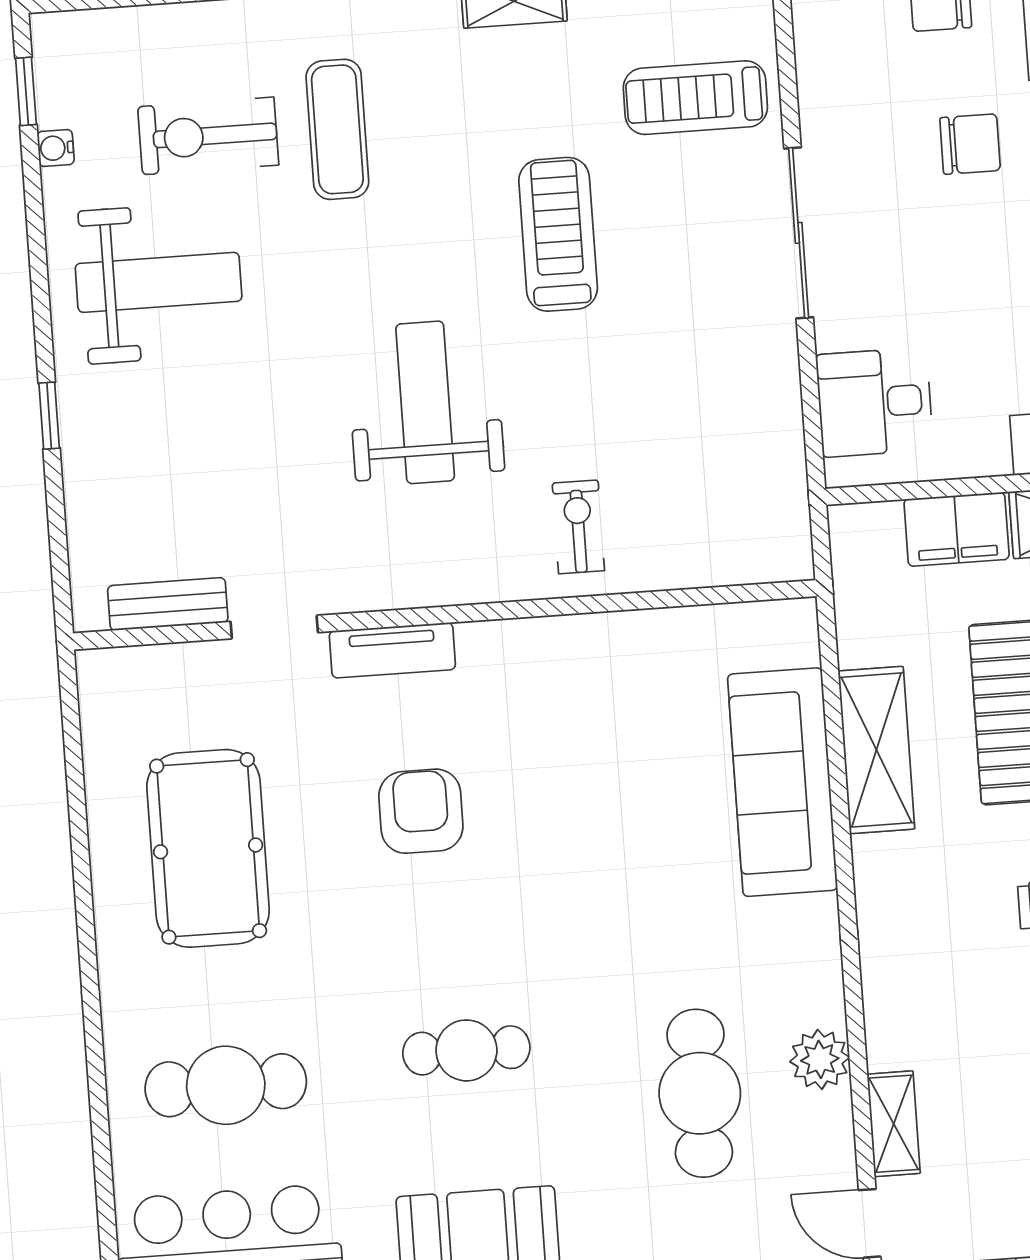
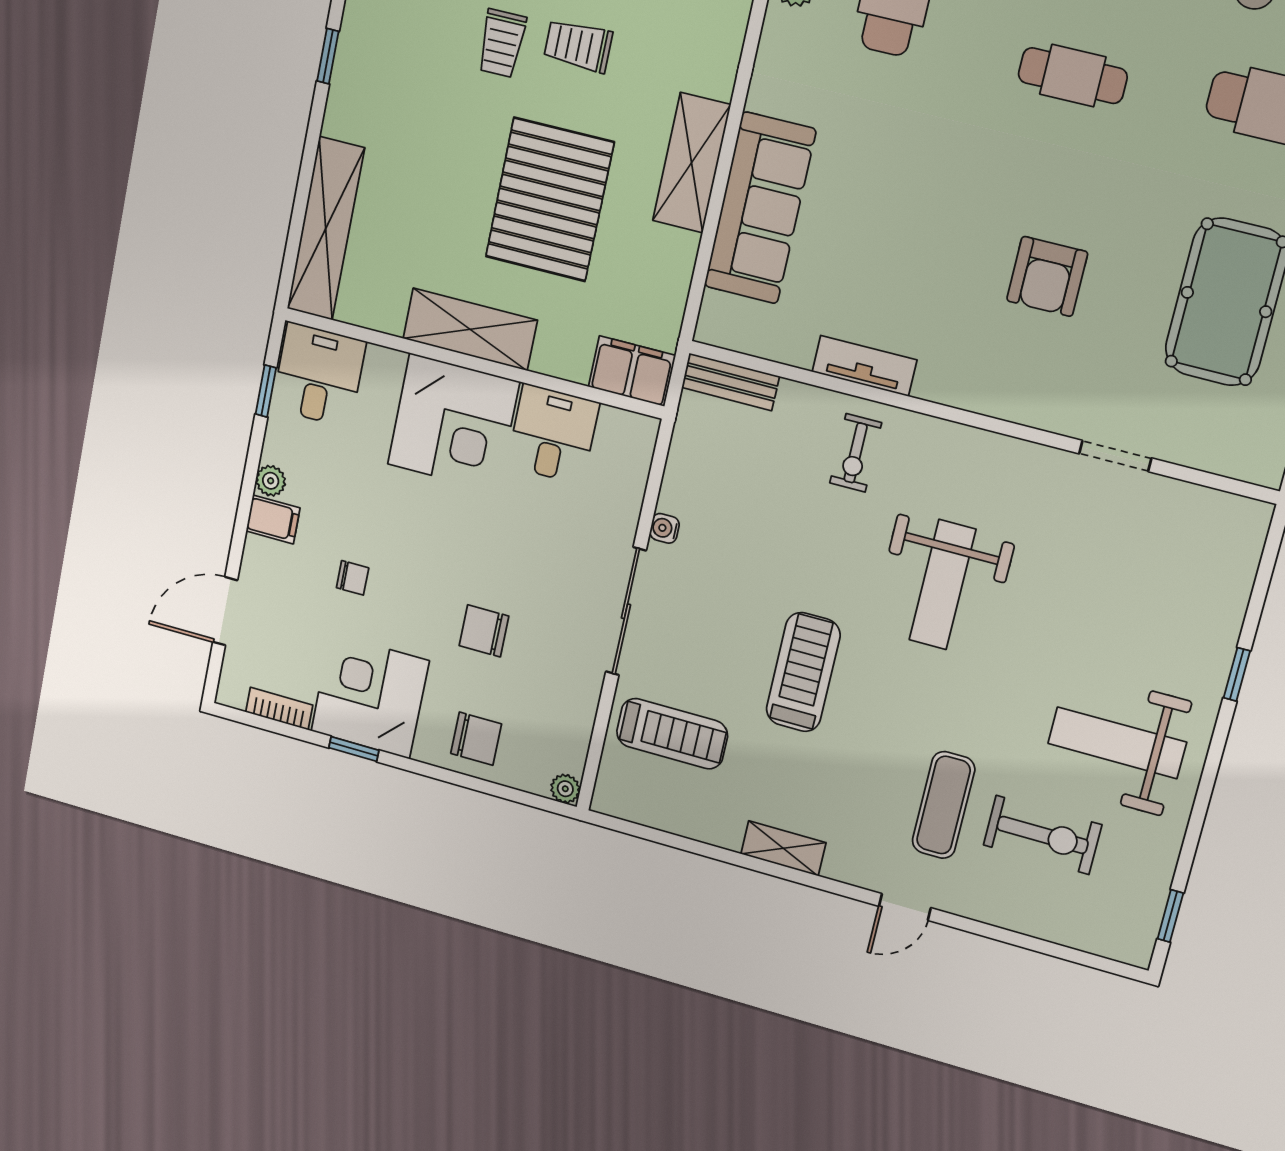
water cooler: (56, 148) -> (664, 528), moved, turned 180
treadmill: (558, 234) -> (803, 672), turned 180
desk: (875, 402) -> (553, 434), moved, turned -90
filing cabinet: (957, 529) -> (632, 371), moved
bench: (168, 604) -> (730, 382), moved
tv unit: (392, 650) -> (864, 366), moved
shelving: (876, 750) -> (692, 163), moved

